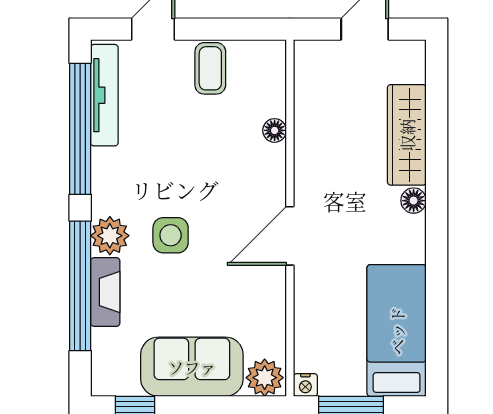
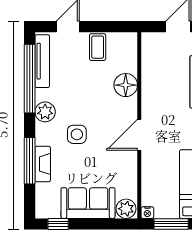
floor lamp: (275, 130) -> (126, 85), width x1.89, depth x1.89
plant: (110, 236) -> (45, 112), moved
window: (80, 286) -> (30, 161), width x0.68

